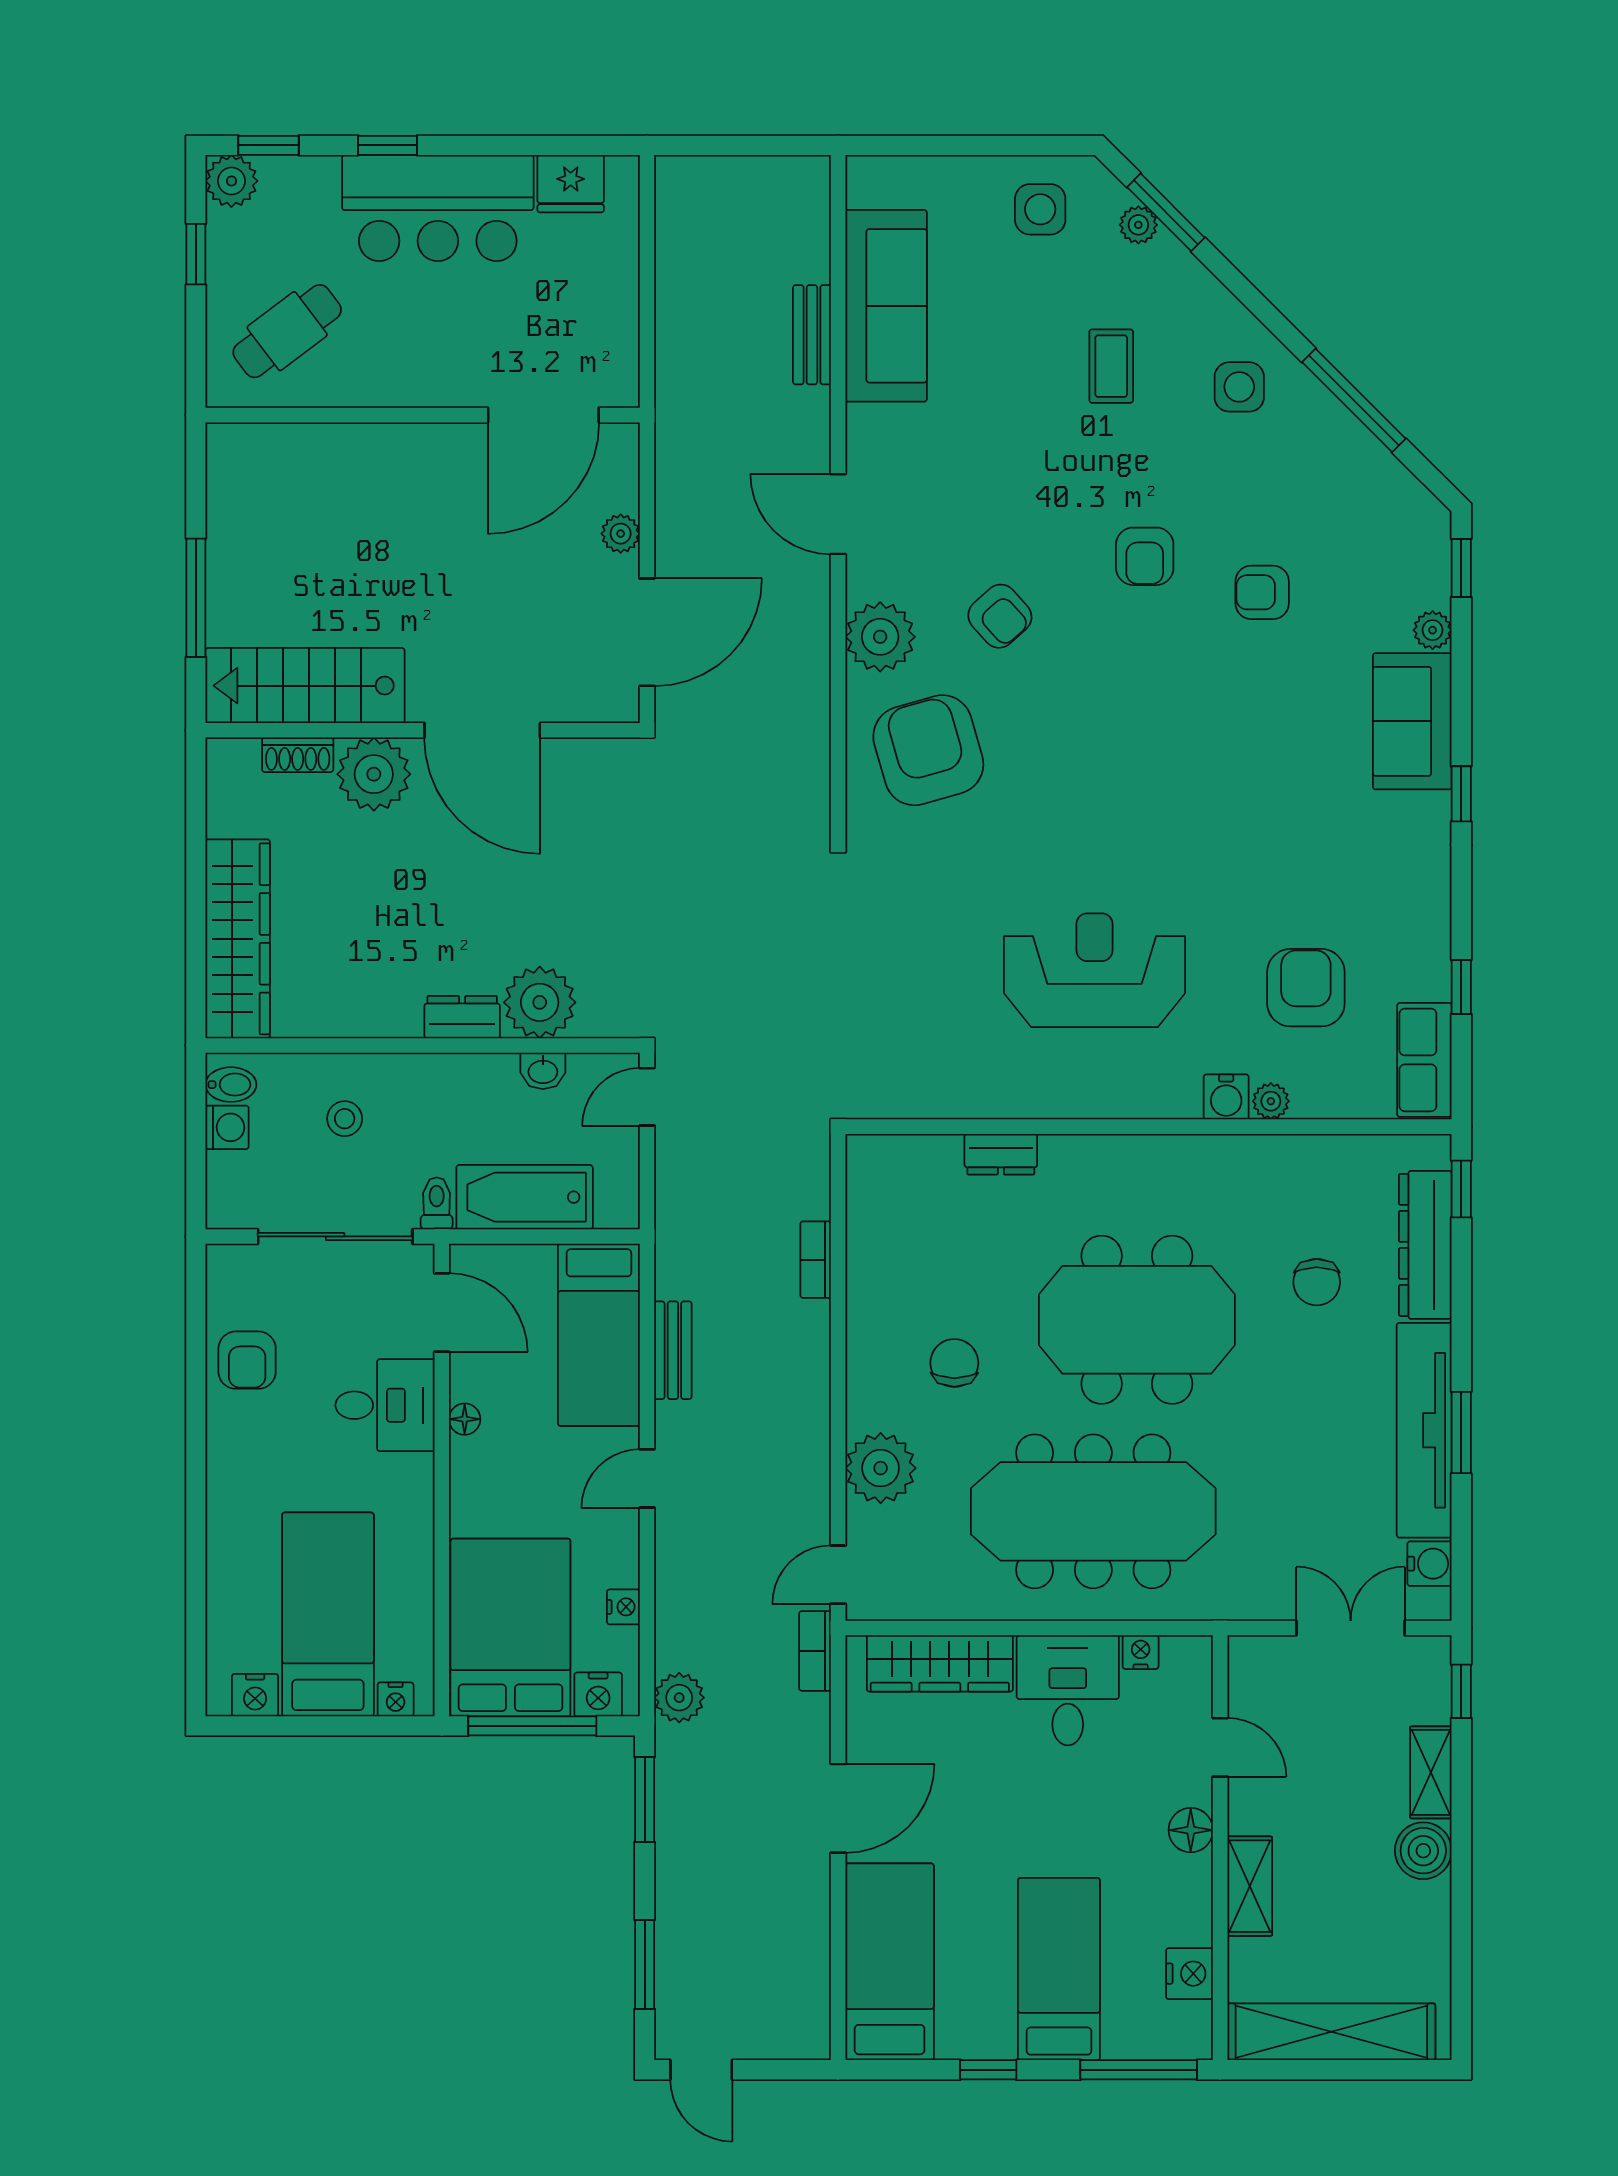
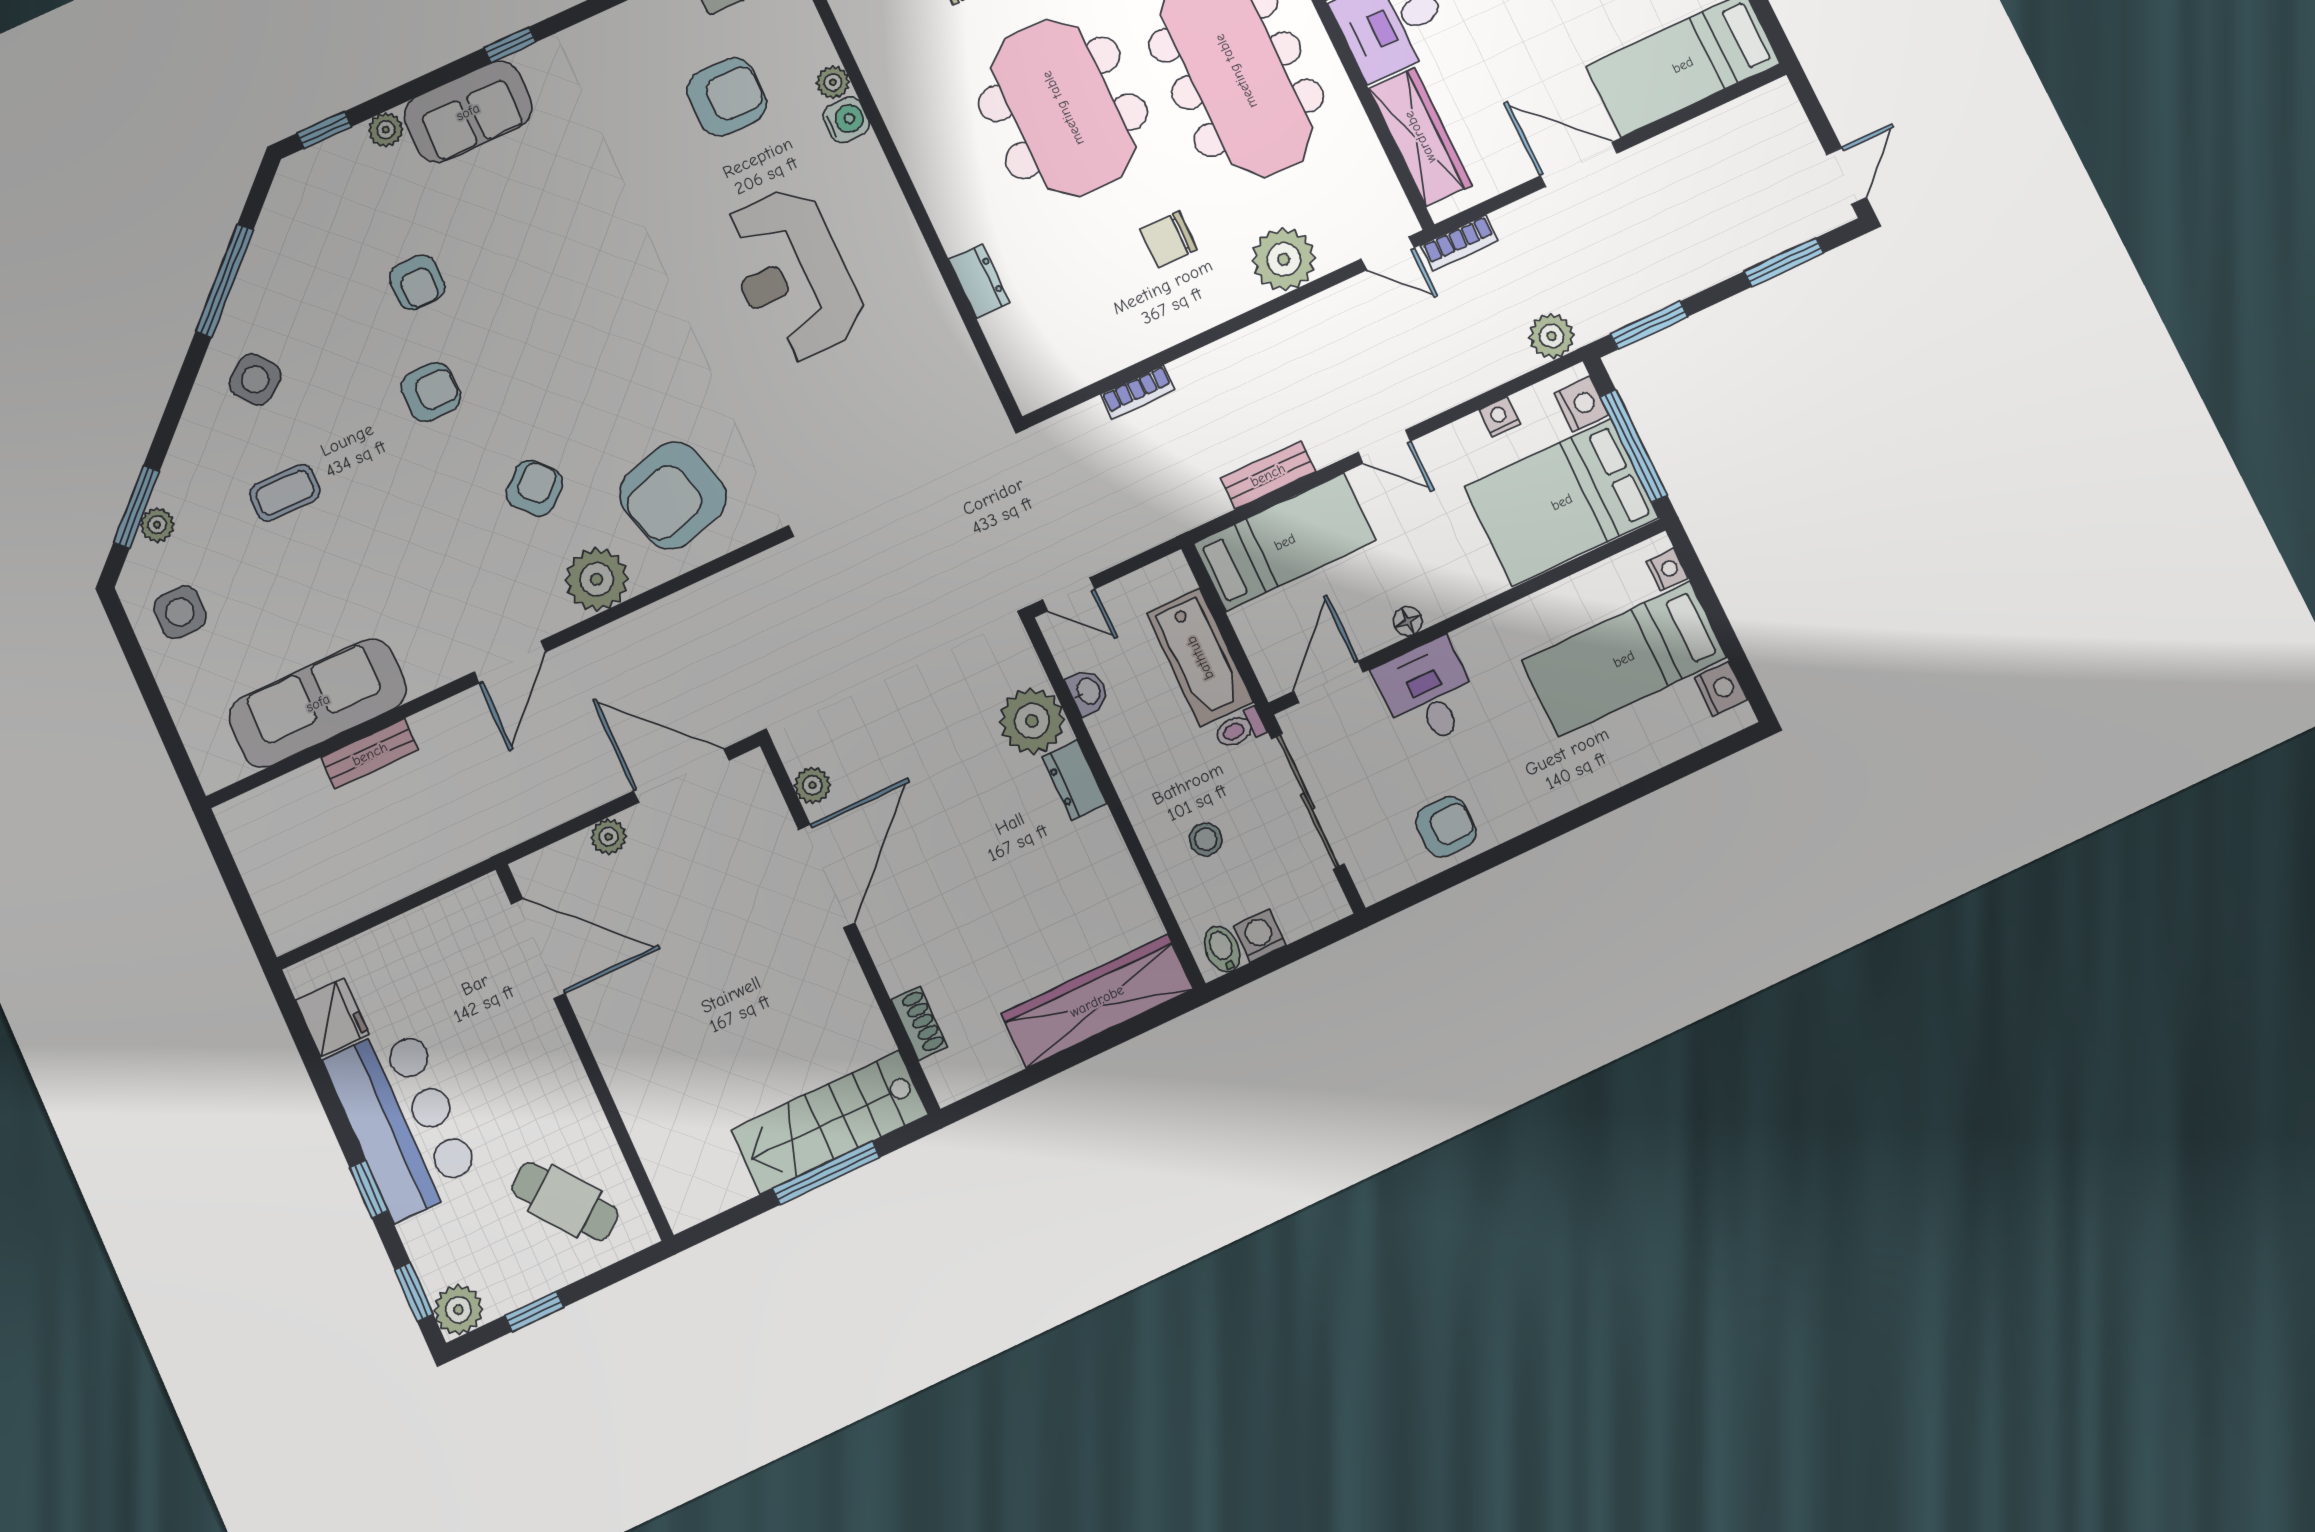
side table: (1239, 387) -> (255, 379), turned -37
stairs: (305, 686) -> (830, 1122), moved, turned 90
plant: (374, 774) -> (812, 785), moved, width x0.53, depth x0.53
armchair: (1306, 988) -> (727, 97), turned 180

